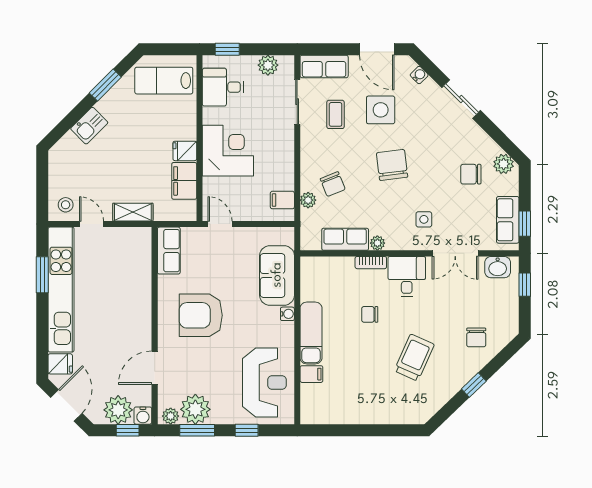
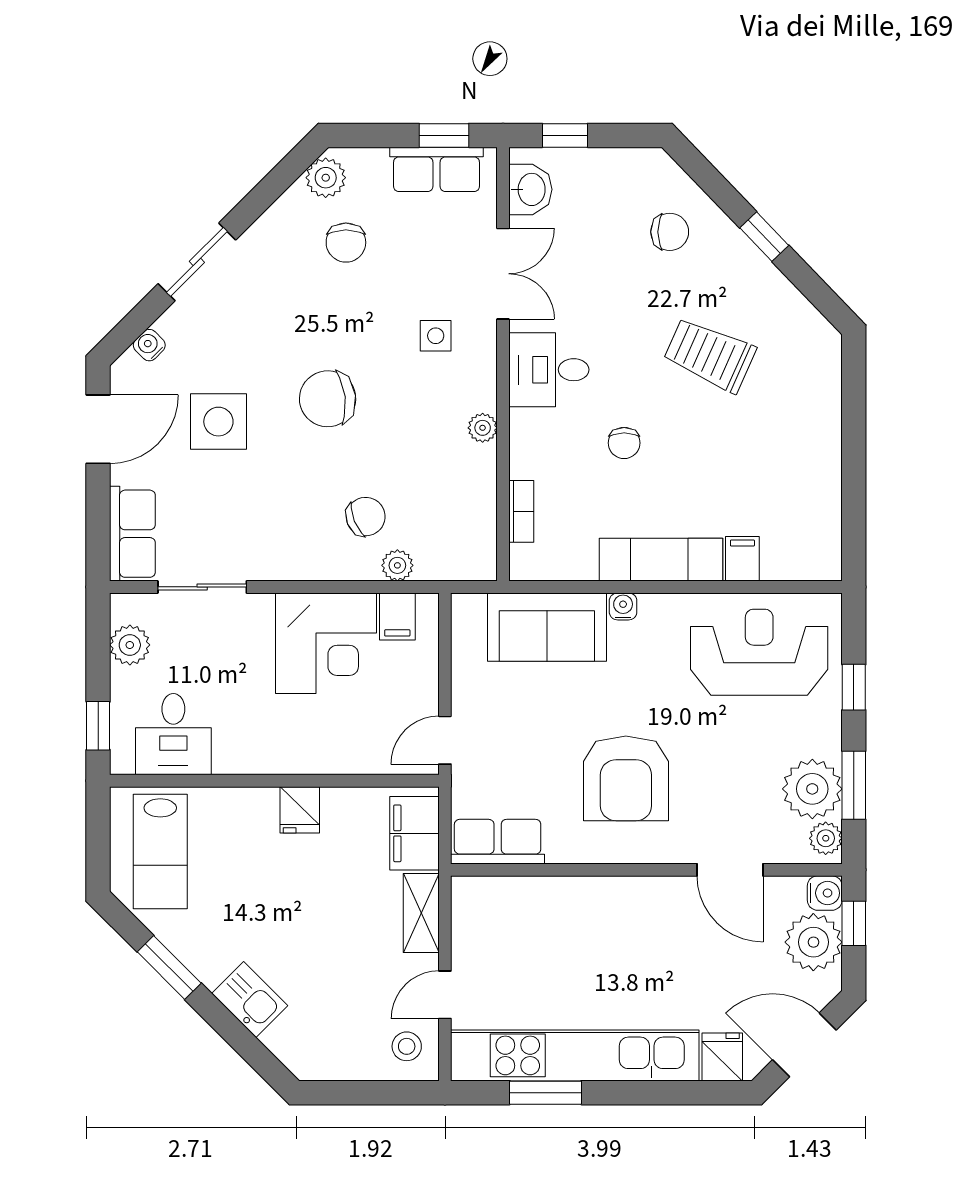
coffee table: (336, 114) -> (227, 511), removed
corner desk: (228, 151) -> (326, 643), moved, turned 180
filing cabinet: (184, 181) -> (415, 833), moved, turned 90
row of seats: (345, 239) -> (475, 492), removed
bookcase: (371, 263) -> (521, 511), moved

